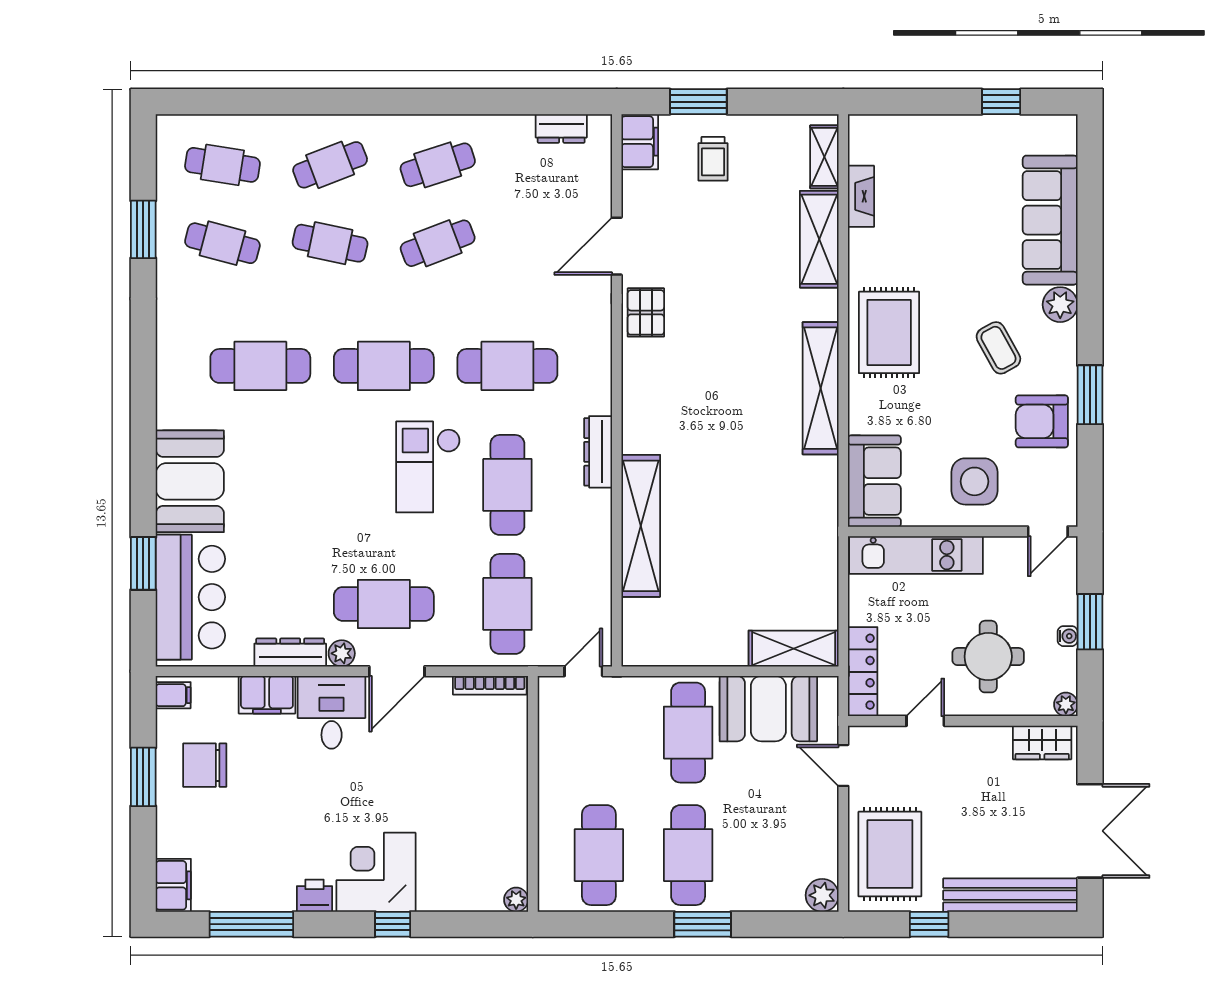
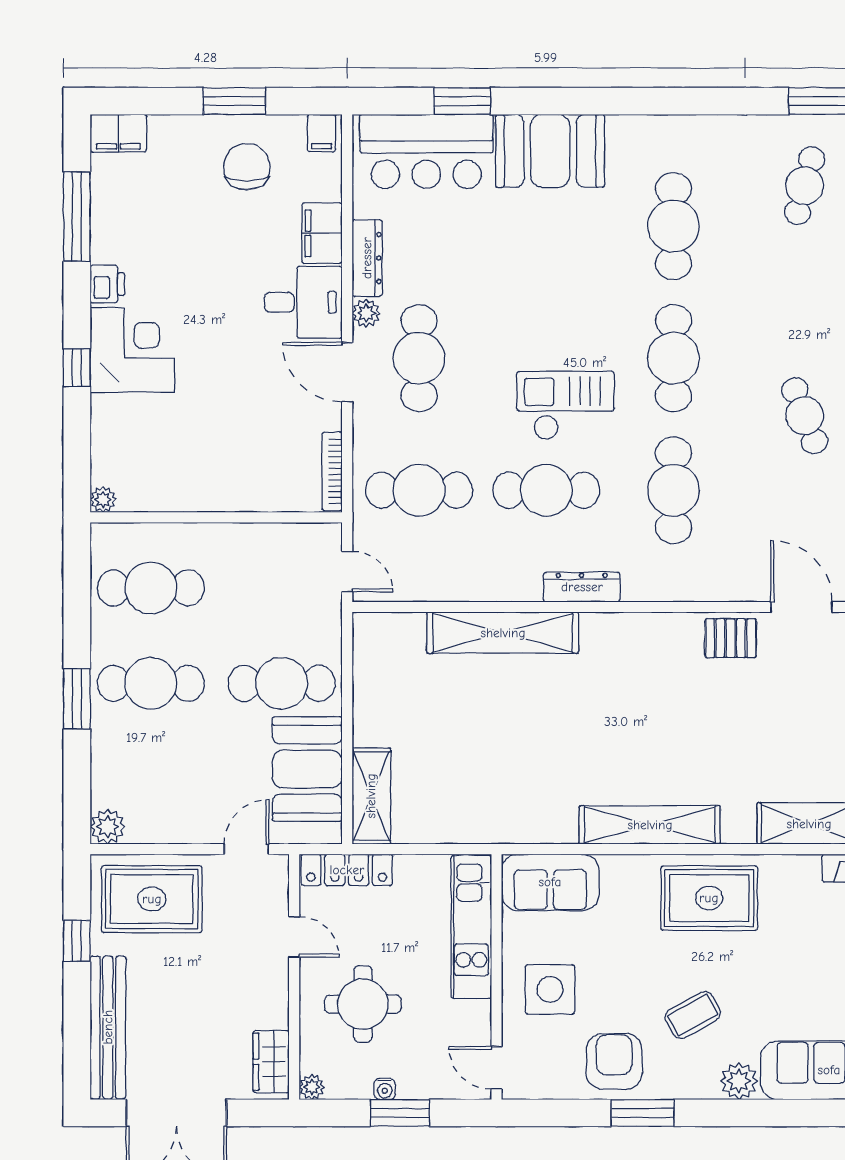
cafe table: (330, 243) -> (805, 301), removed

